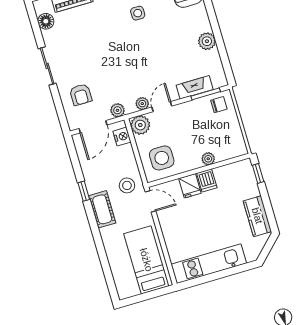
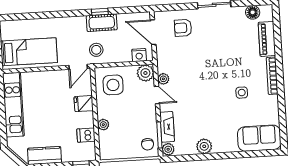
plant: (117, 110) -> (168, 149), moved
dishwasher: (207, 180) -> (86, 135), moved
cot: (102, 209) -> (102, 23), moved

